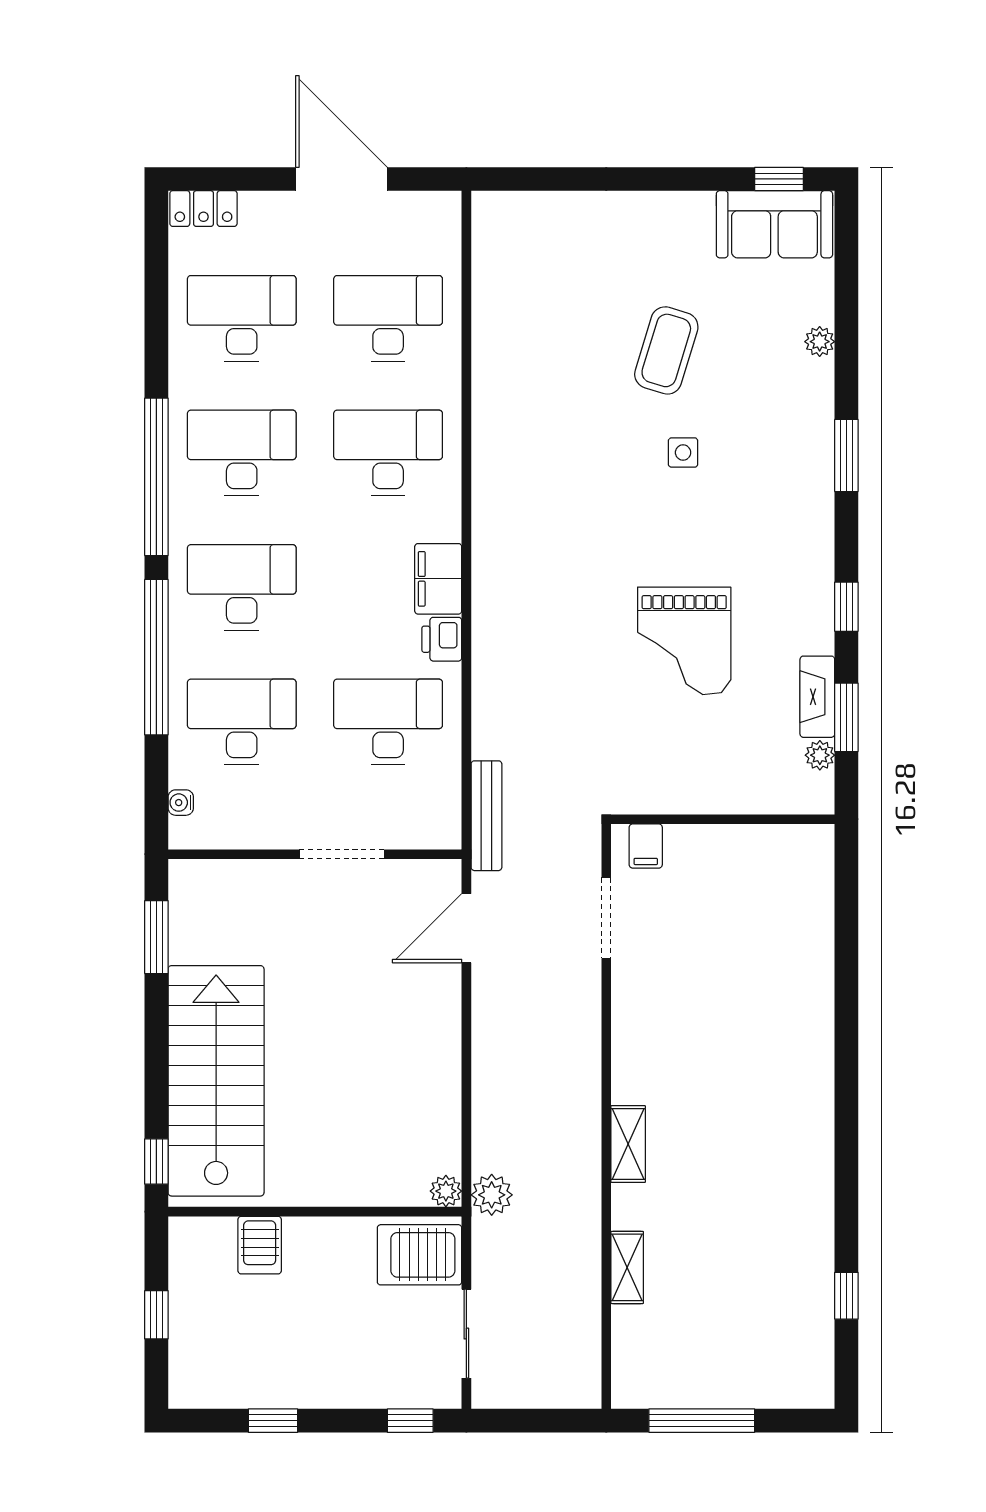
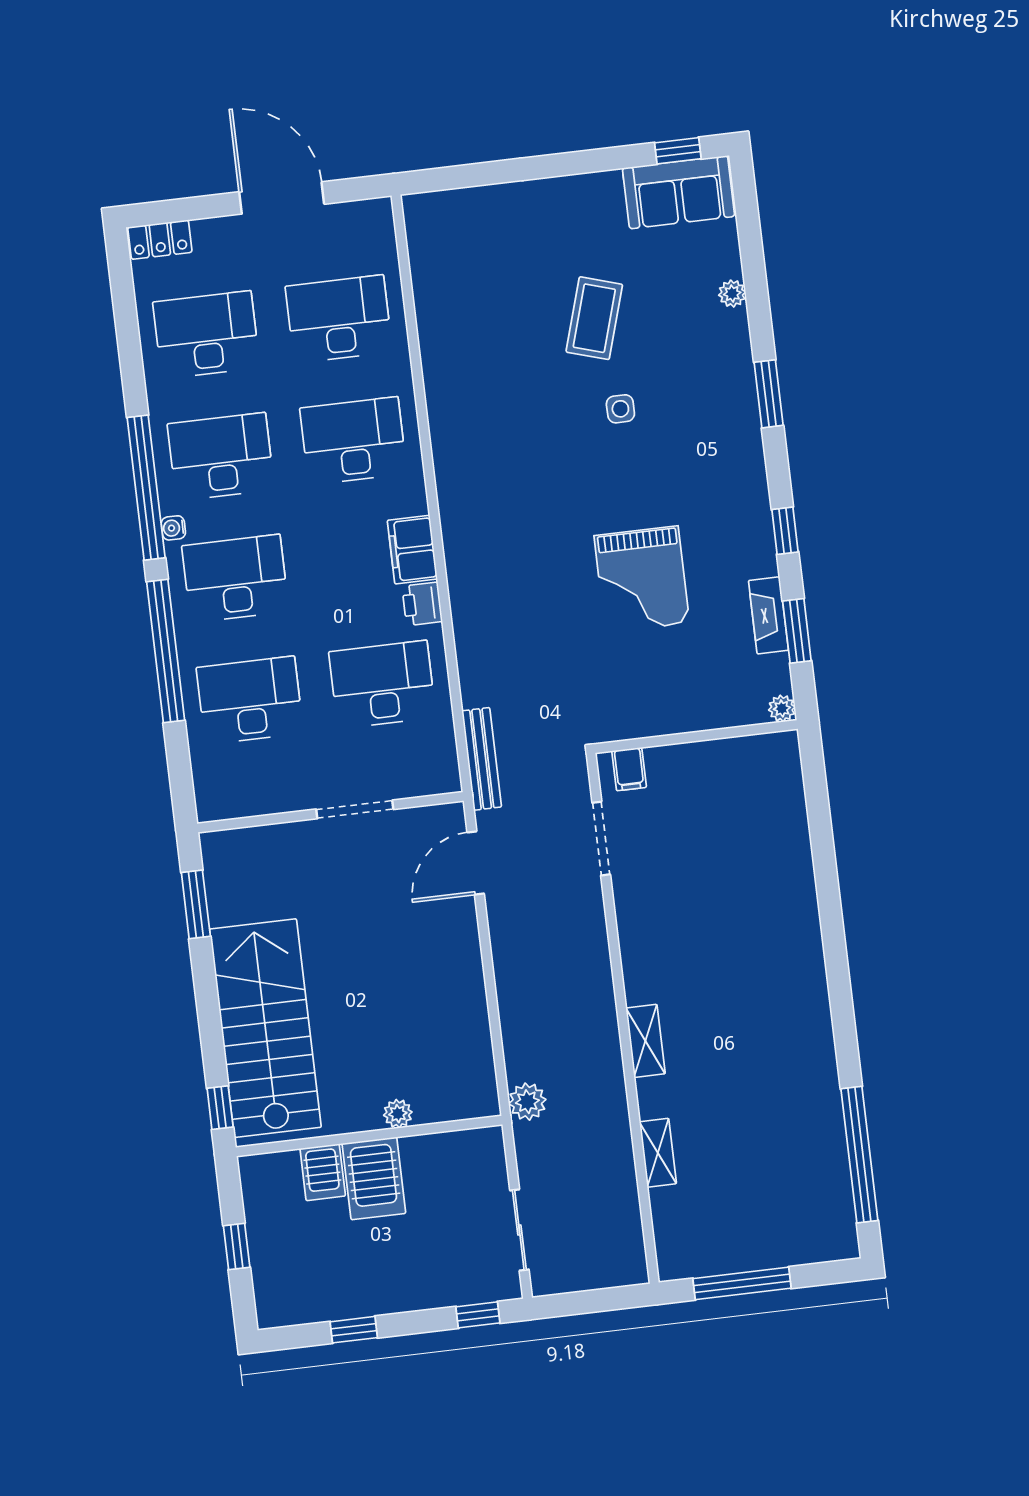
plant: (820, 755) -> (782, 708), moved
water cooler: (181, 803) -> (173, 528), moved
plant: (446, 1191) -> (398, 1114), moved
server rack: (420, 1255) -> (374, 1178), moved, turned -90
window: (846, 1296) -> (859, 1155), width x3.17

